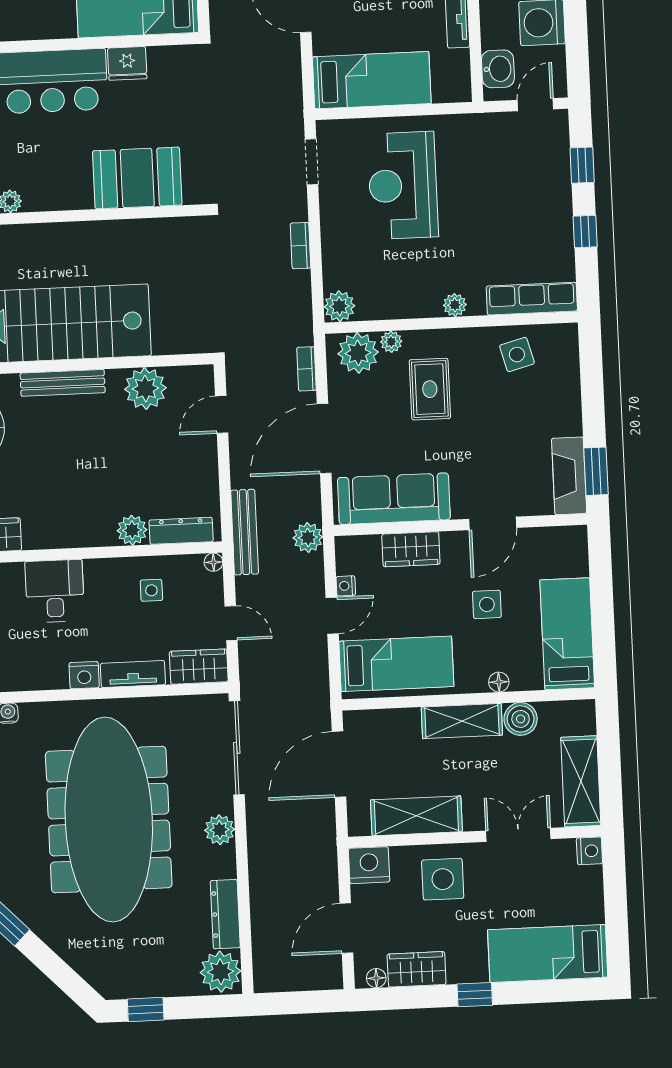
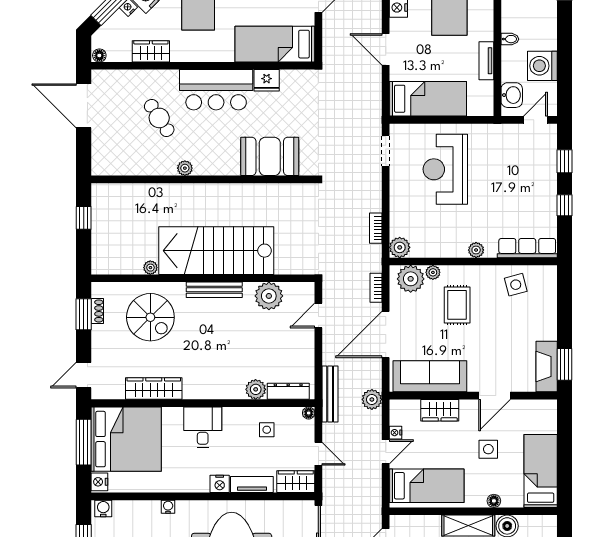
bookcase: (300, 246) -> (376, 228), moved

